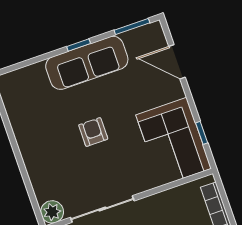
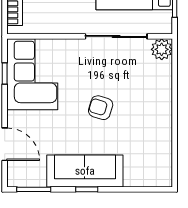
armchair: (93, 132) -> (101, 108), turned 107

